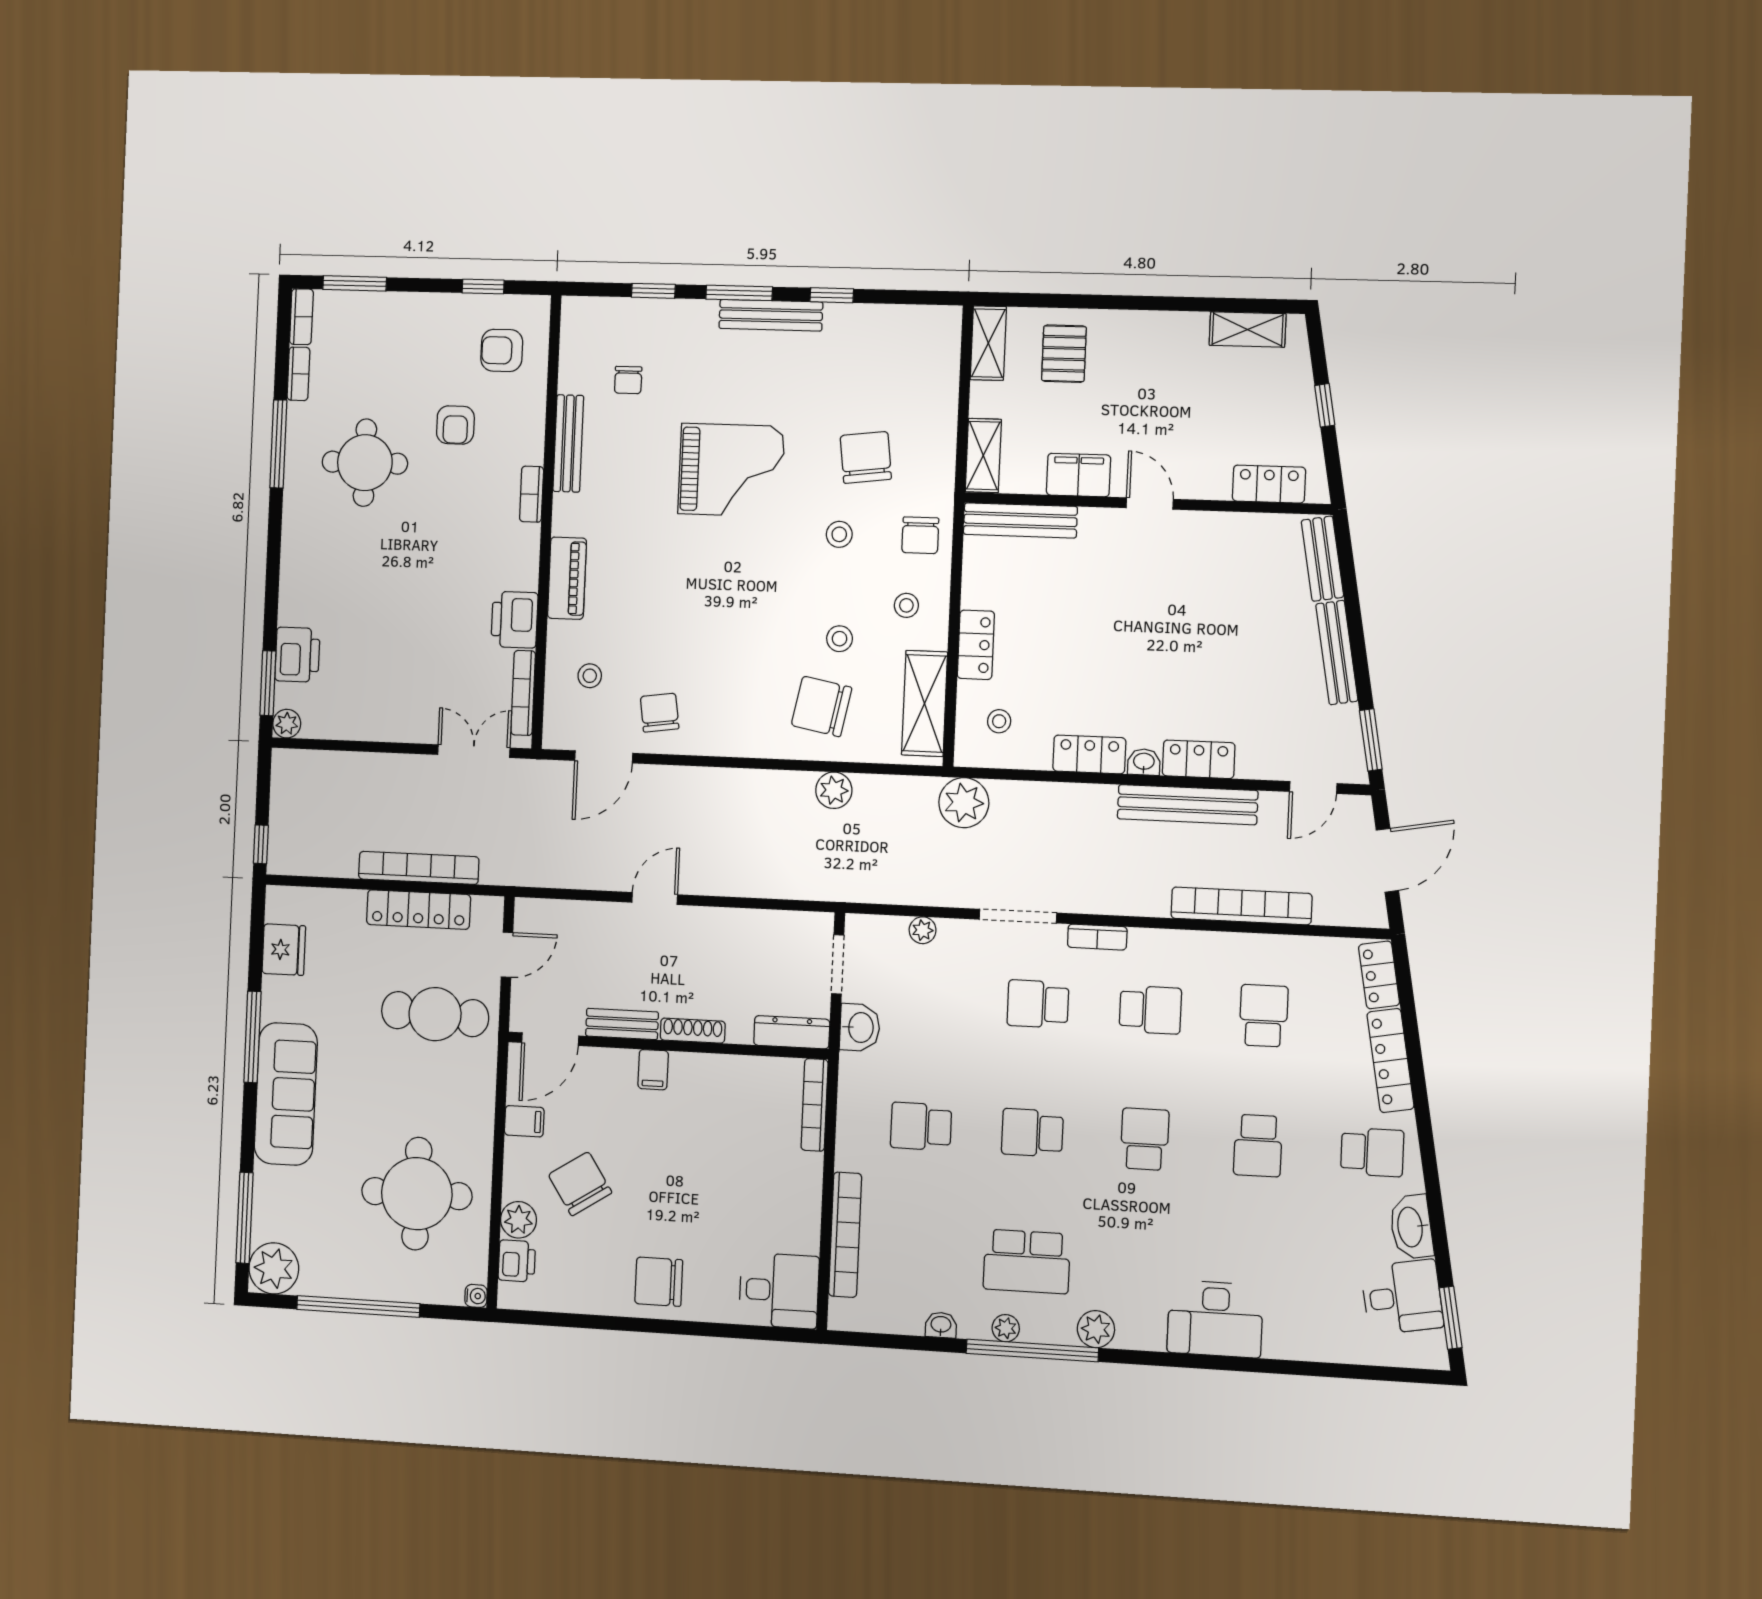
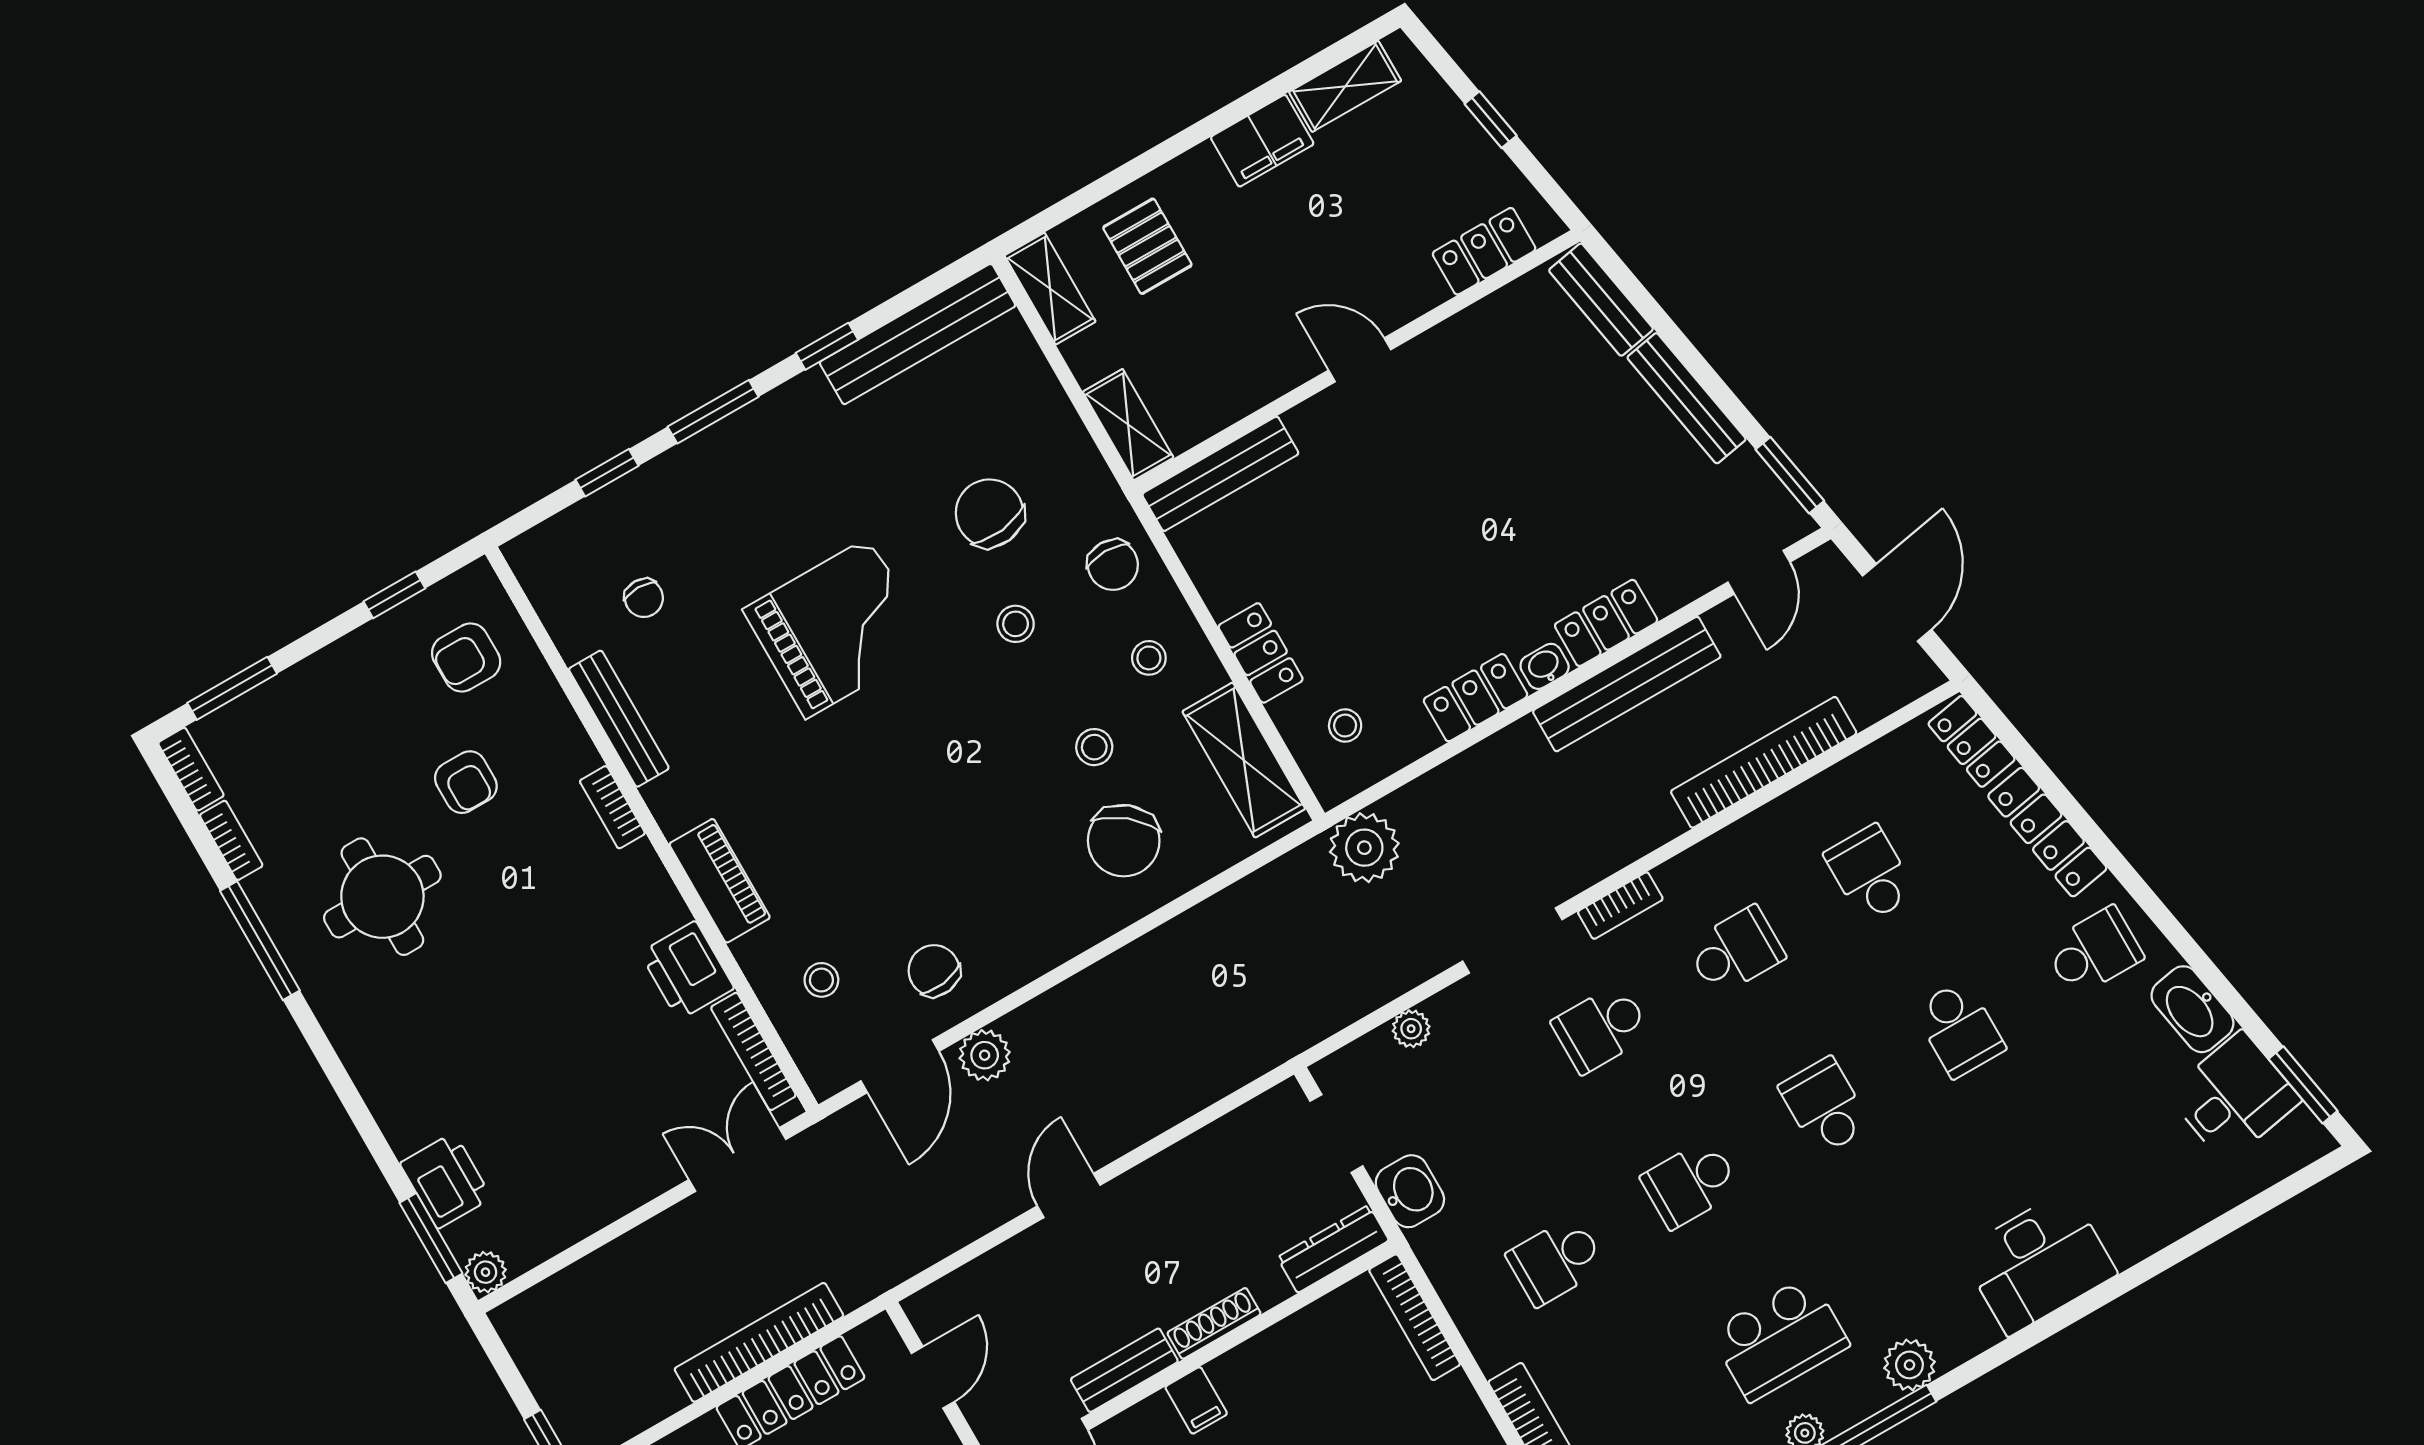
bench: (771, 315) -> (918, 334), moved, width x1.37, depth x1.21
filing cabinet: (1078, 475) -> (1262, 141), moved, turned 180
chair: (822, 706) -> (1124, 841), turned -62
plant: (834, 790) -> (985, 1055), moved

